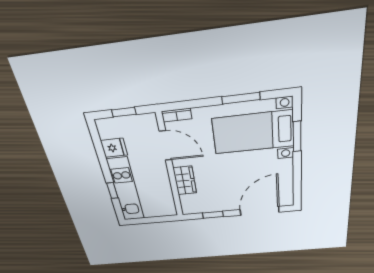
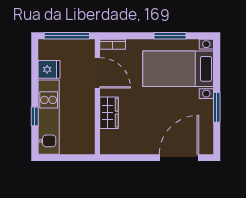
window: (124, 112) -> (67, 36), width x2.17
window: (297, 136) -> (217, 107), moved
window: (213, 215) -> (131, 158), removed

